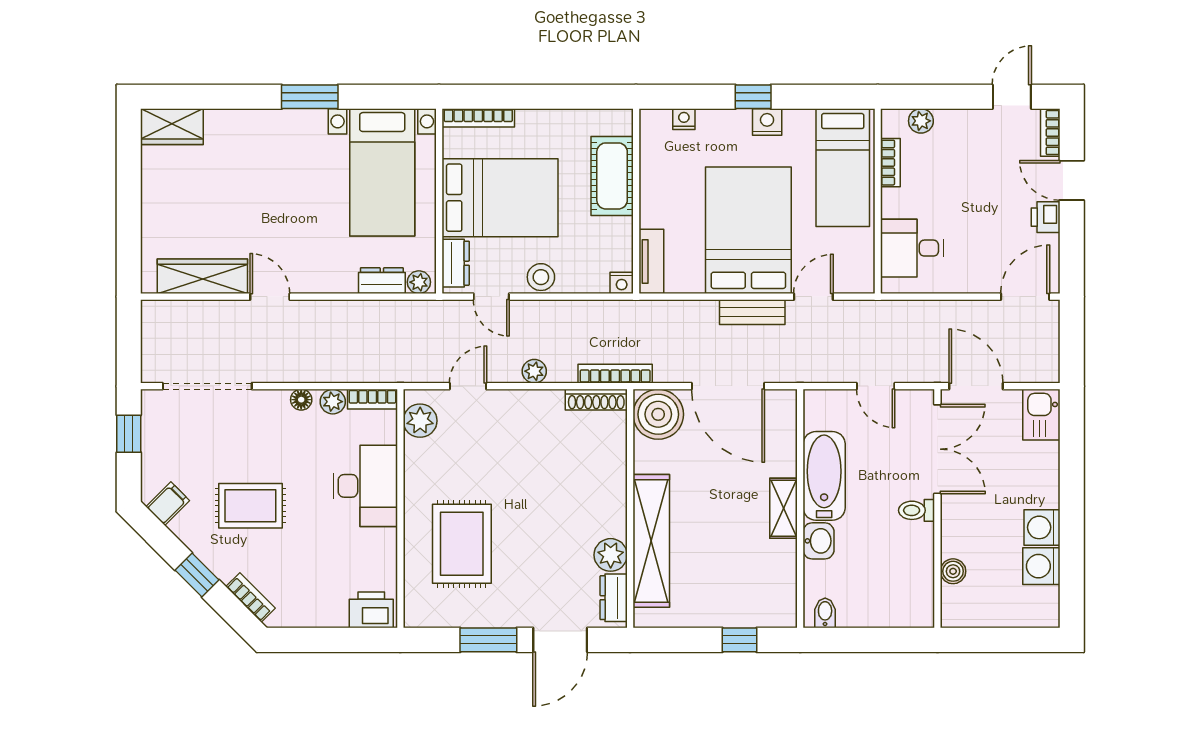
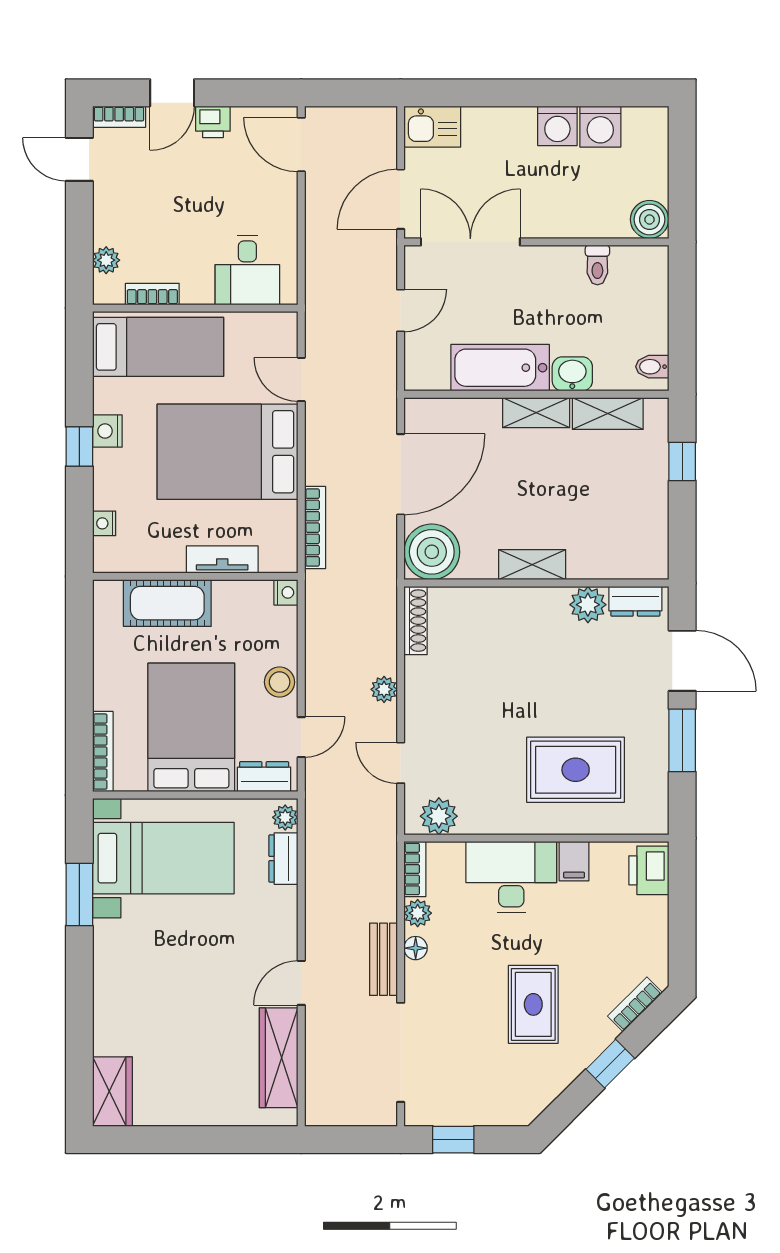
window: (310, 97) -> (79, 894), moved
tv unit: (651, 261) -> (222, 559), moved
bench: (752, 312) -> (383, 959), moved
bookcase: (615, 374) -> (315, 528), moved, turned 180
filing cabinet: (168, 504) -> (574, 861), moved, turned -135
toilet: (917, 510) -> (597, 265), moved
shelving: (651, 541) -> (532, 565), width x0.45, depth x0.75
boiler: (953, 571) -> (650, 219), moved, width x1.36, depth x1.36
shelving: (783, 573) -> (608, 414), added

